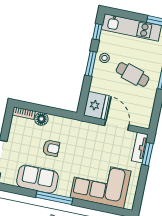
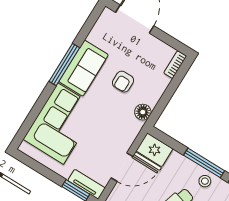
window: (91, 64) -> (204, 163), width x1.44
floor lamp: (41, 119) -> (143, 112), moved
sofa: (37, 179) -> (84, 68), moved

